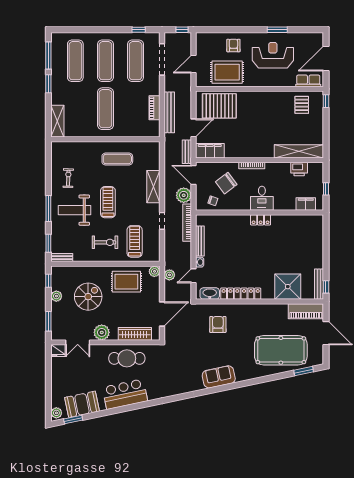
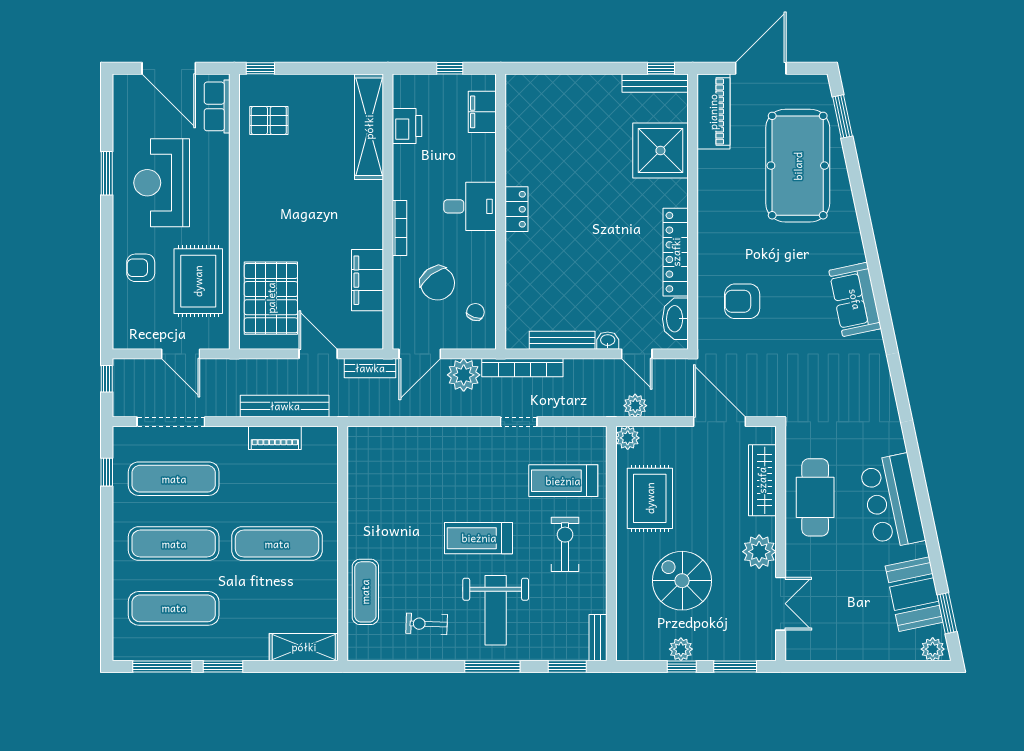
filing cabinet: (210, 151) -> (367, 280), moved
exercise mat: (117, 159) -> (365, 592), moved
shelving: (153, 187) -> (445, 440), removed
window: (48, 281) -> (682, 667), moved
fridge: (58, 351) -> (798, 646), removed

